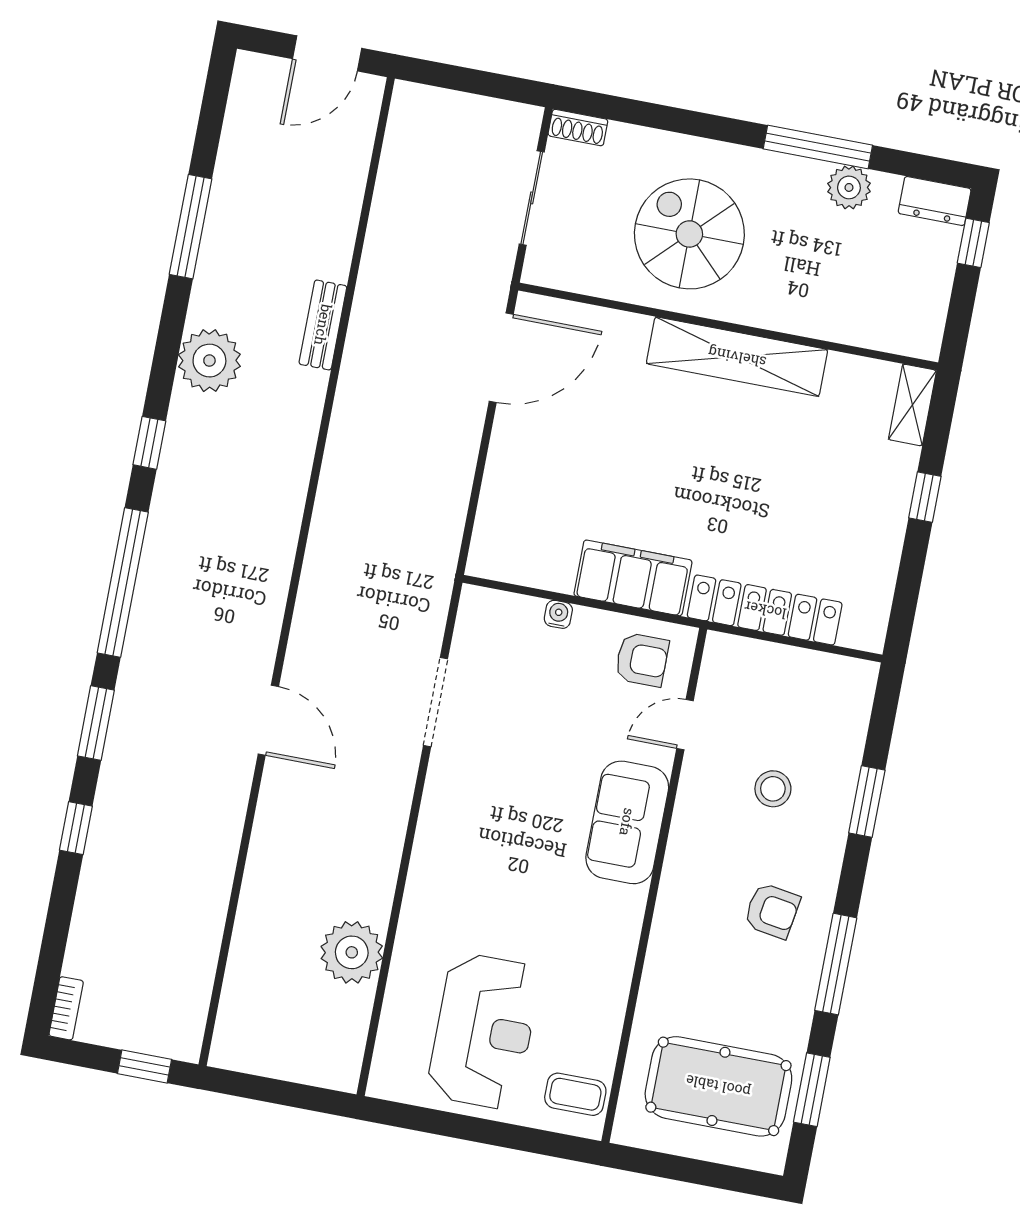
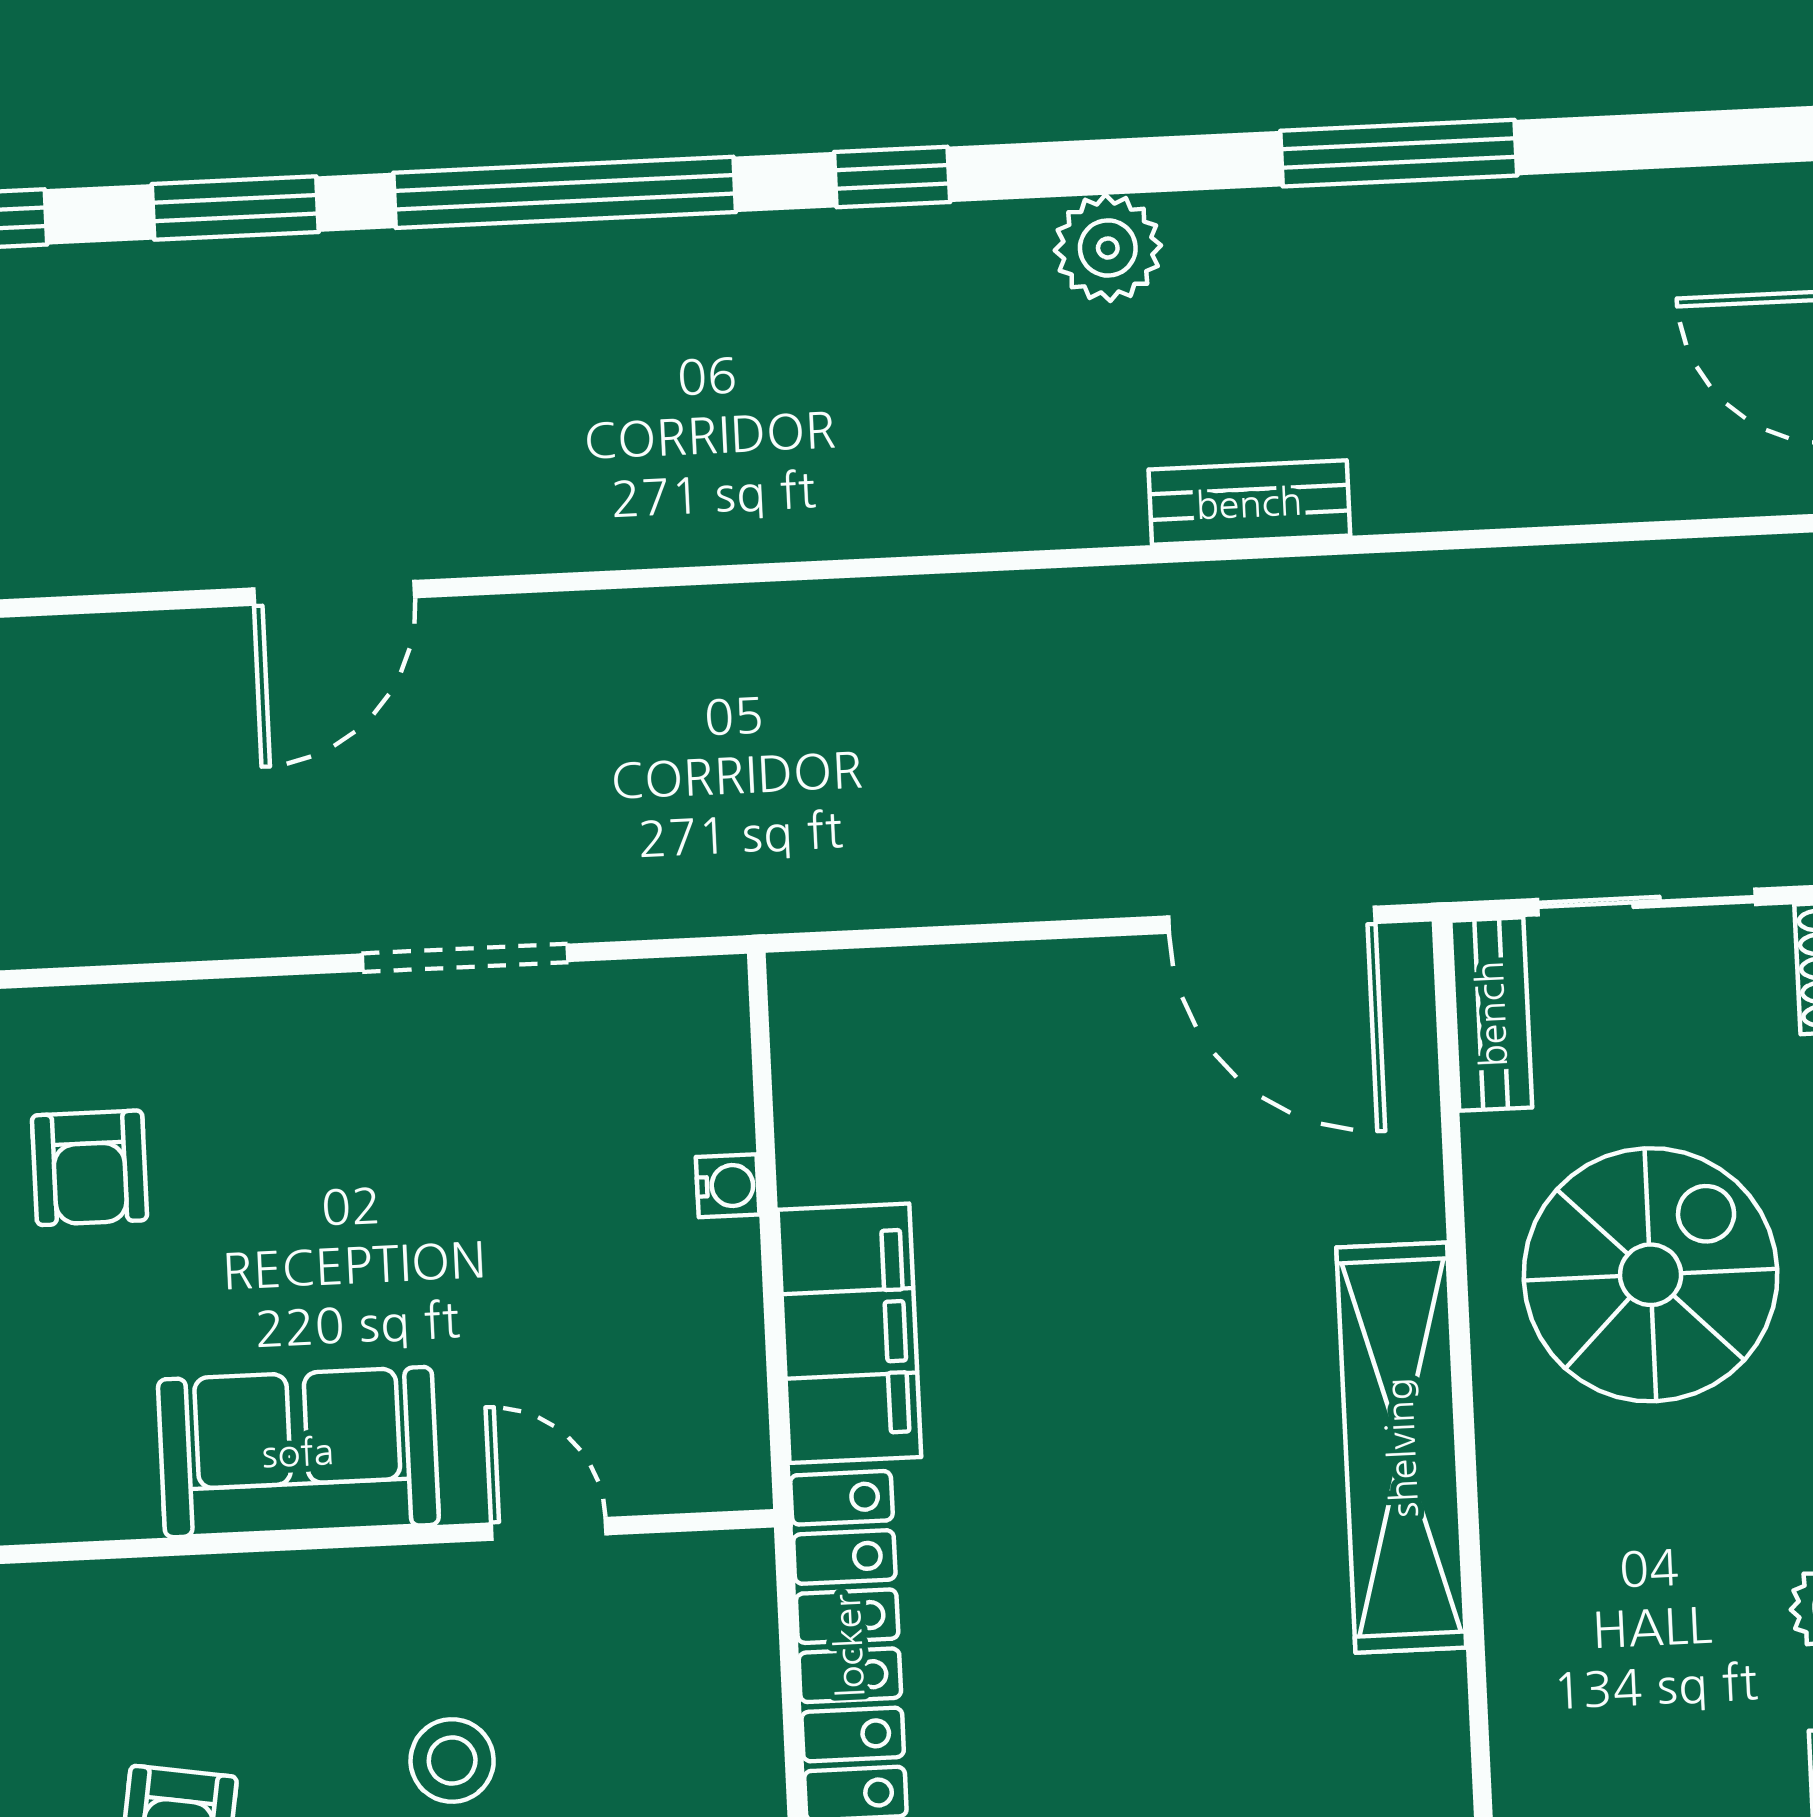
bench: (563, 275) -> (1491, 1014), added
plant: (209, 361) -> (1108, 248), width x0.73, depth x0.73
armchair: (642, 660) -> (90, 1168), moved

